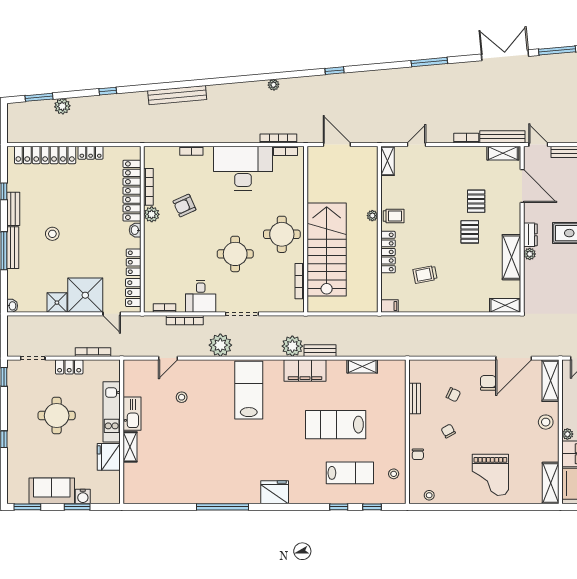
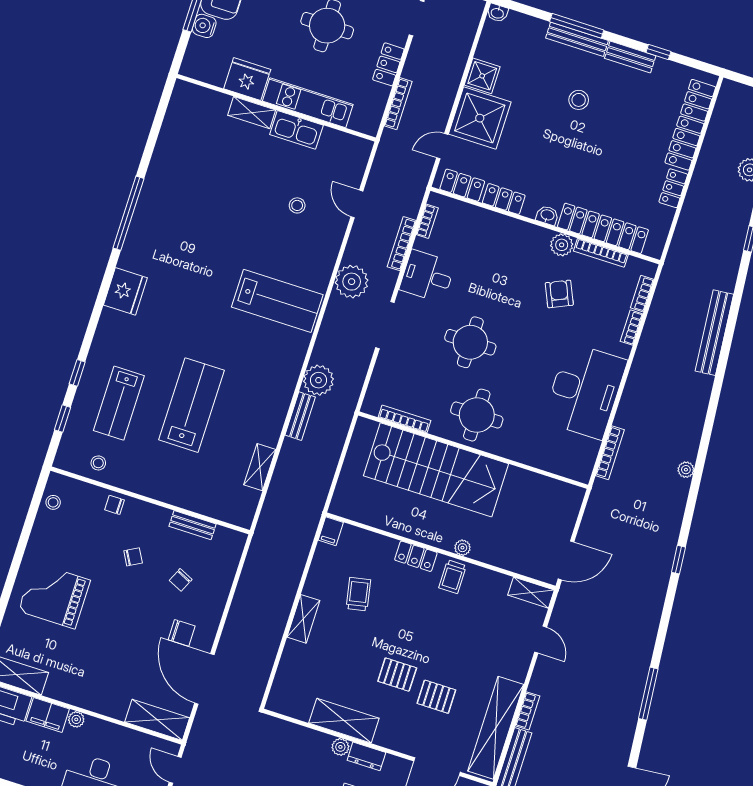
door: (337, 145) -> (566, 560), moved
bookcase: (285, 151) -> (642, 294), moved
shelving: (503, 153) -> (496, 728), width x2.20, depth x1.33
locker: (388, 252) -> (416, 556), width x0.66
shelving: (505, 305) -> (303, 619), moved
filing cabinet: (305, 370) -> (279, 387), removed
stool: (546, 422) -> (102, 695), removed

